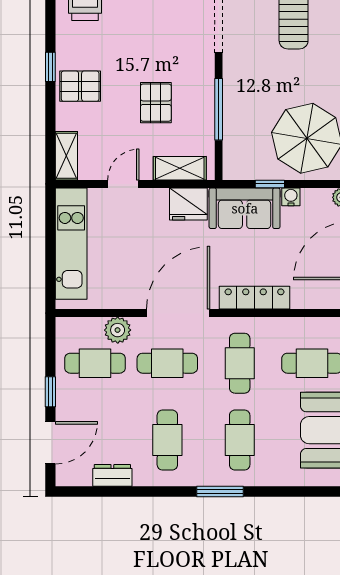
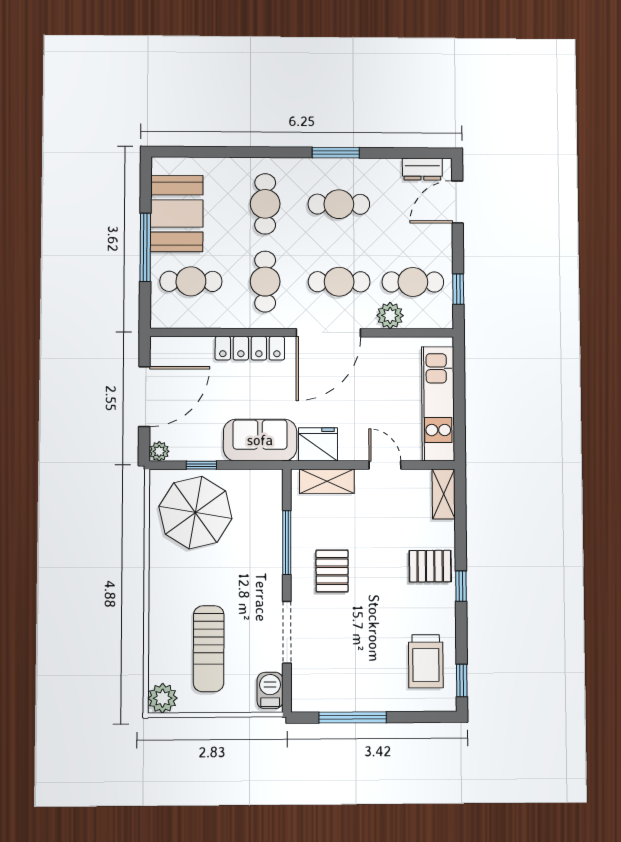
pallet: (156, 103) -> (332, 571), moved
door: (123, 184) -> (385, 465), swing flipped
window: (270, 184) -> (201, 465), moved
water cooler: (291, 197) -> (212, 452), removed
window: (50, 392) -> (458, 289), moved
cafe table: (167, 440) -> (339, 204), turned 90
dresser: (112, 475) -> (422, 169), moved
window: (220, 491) -> (336, 153), moved

